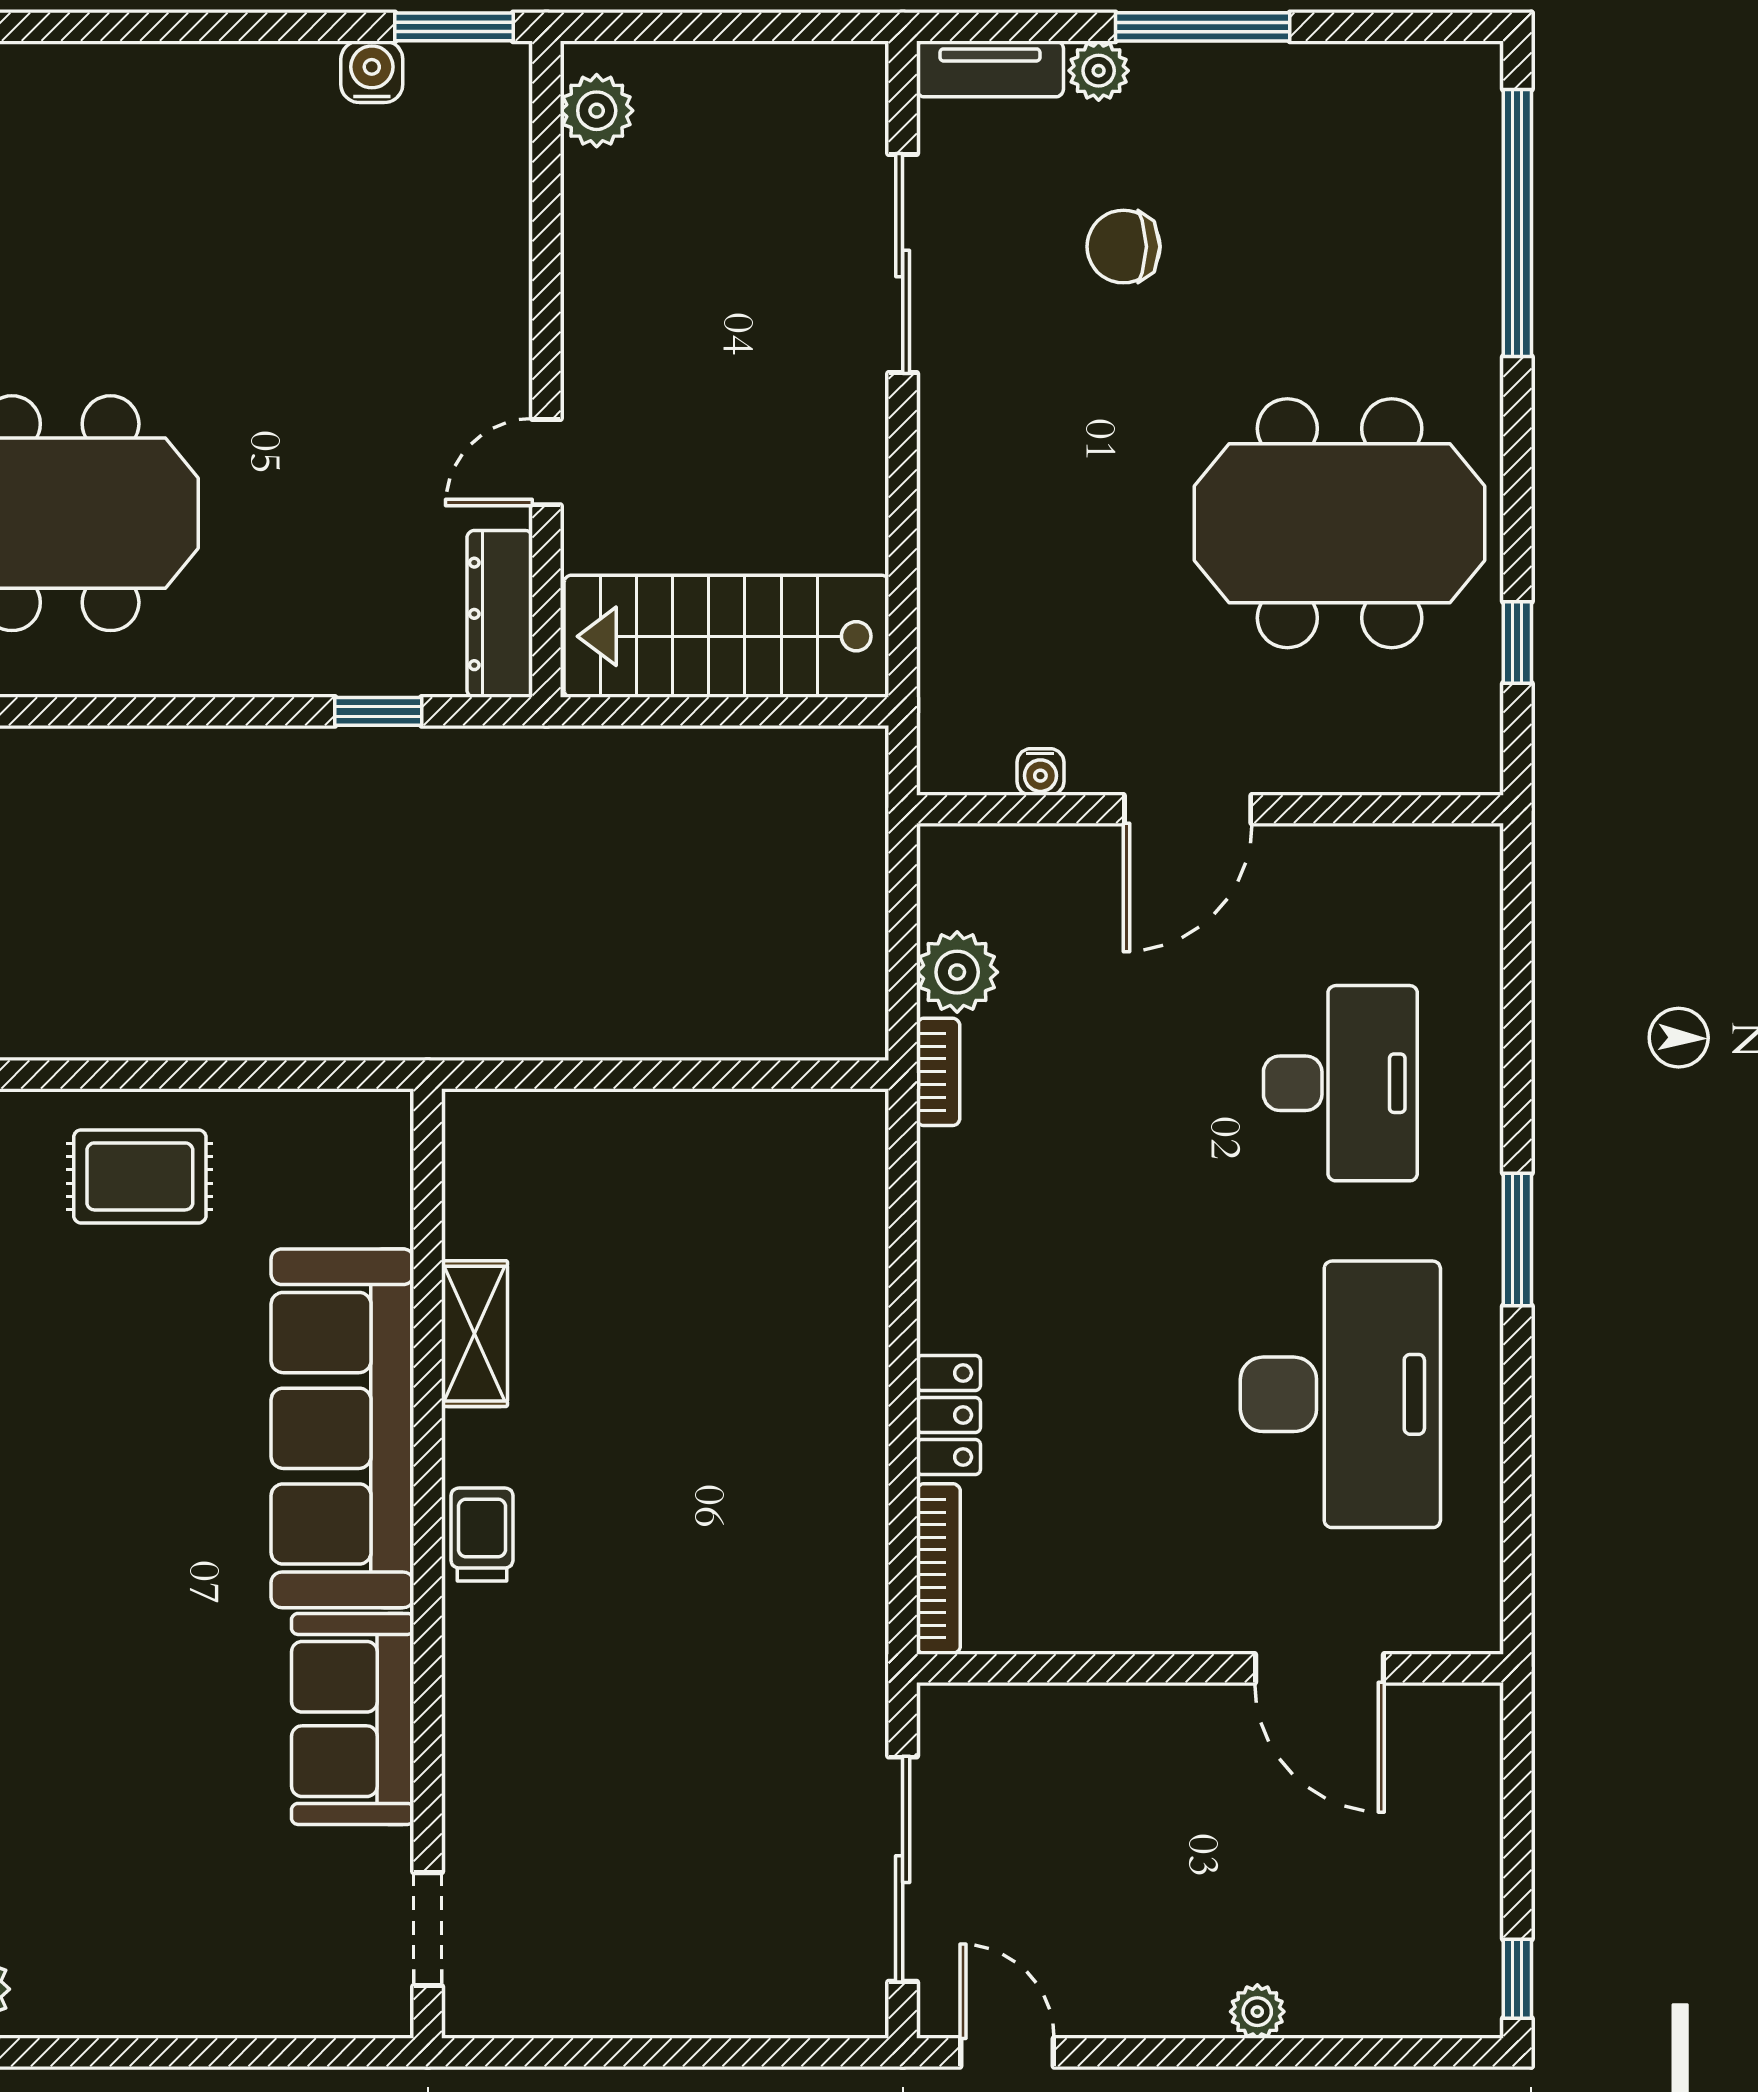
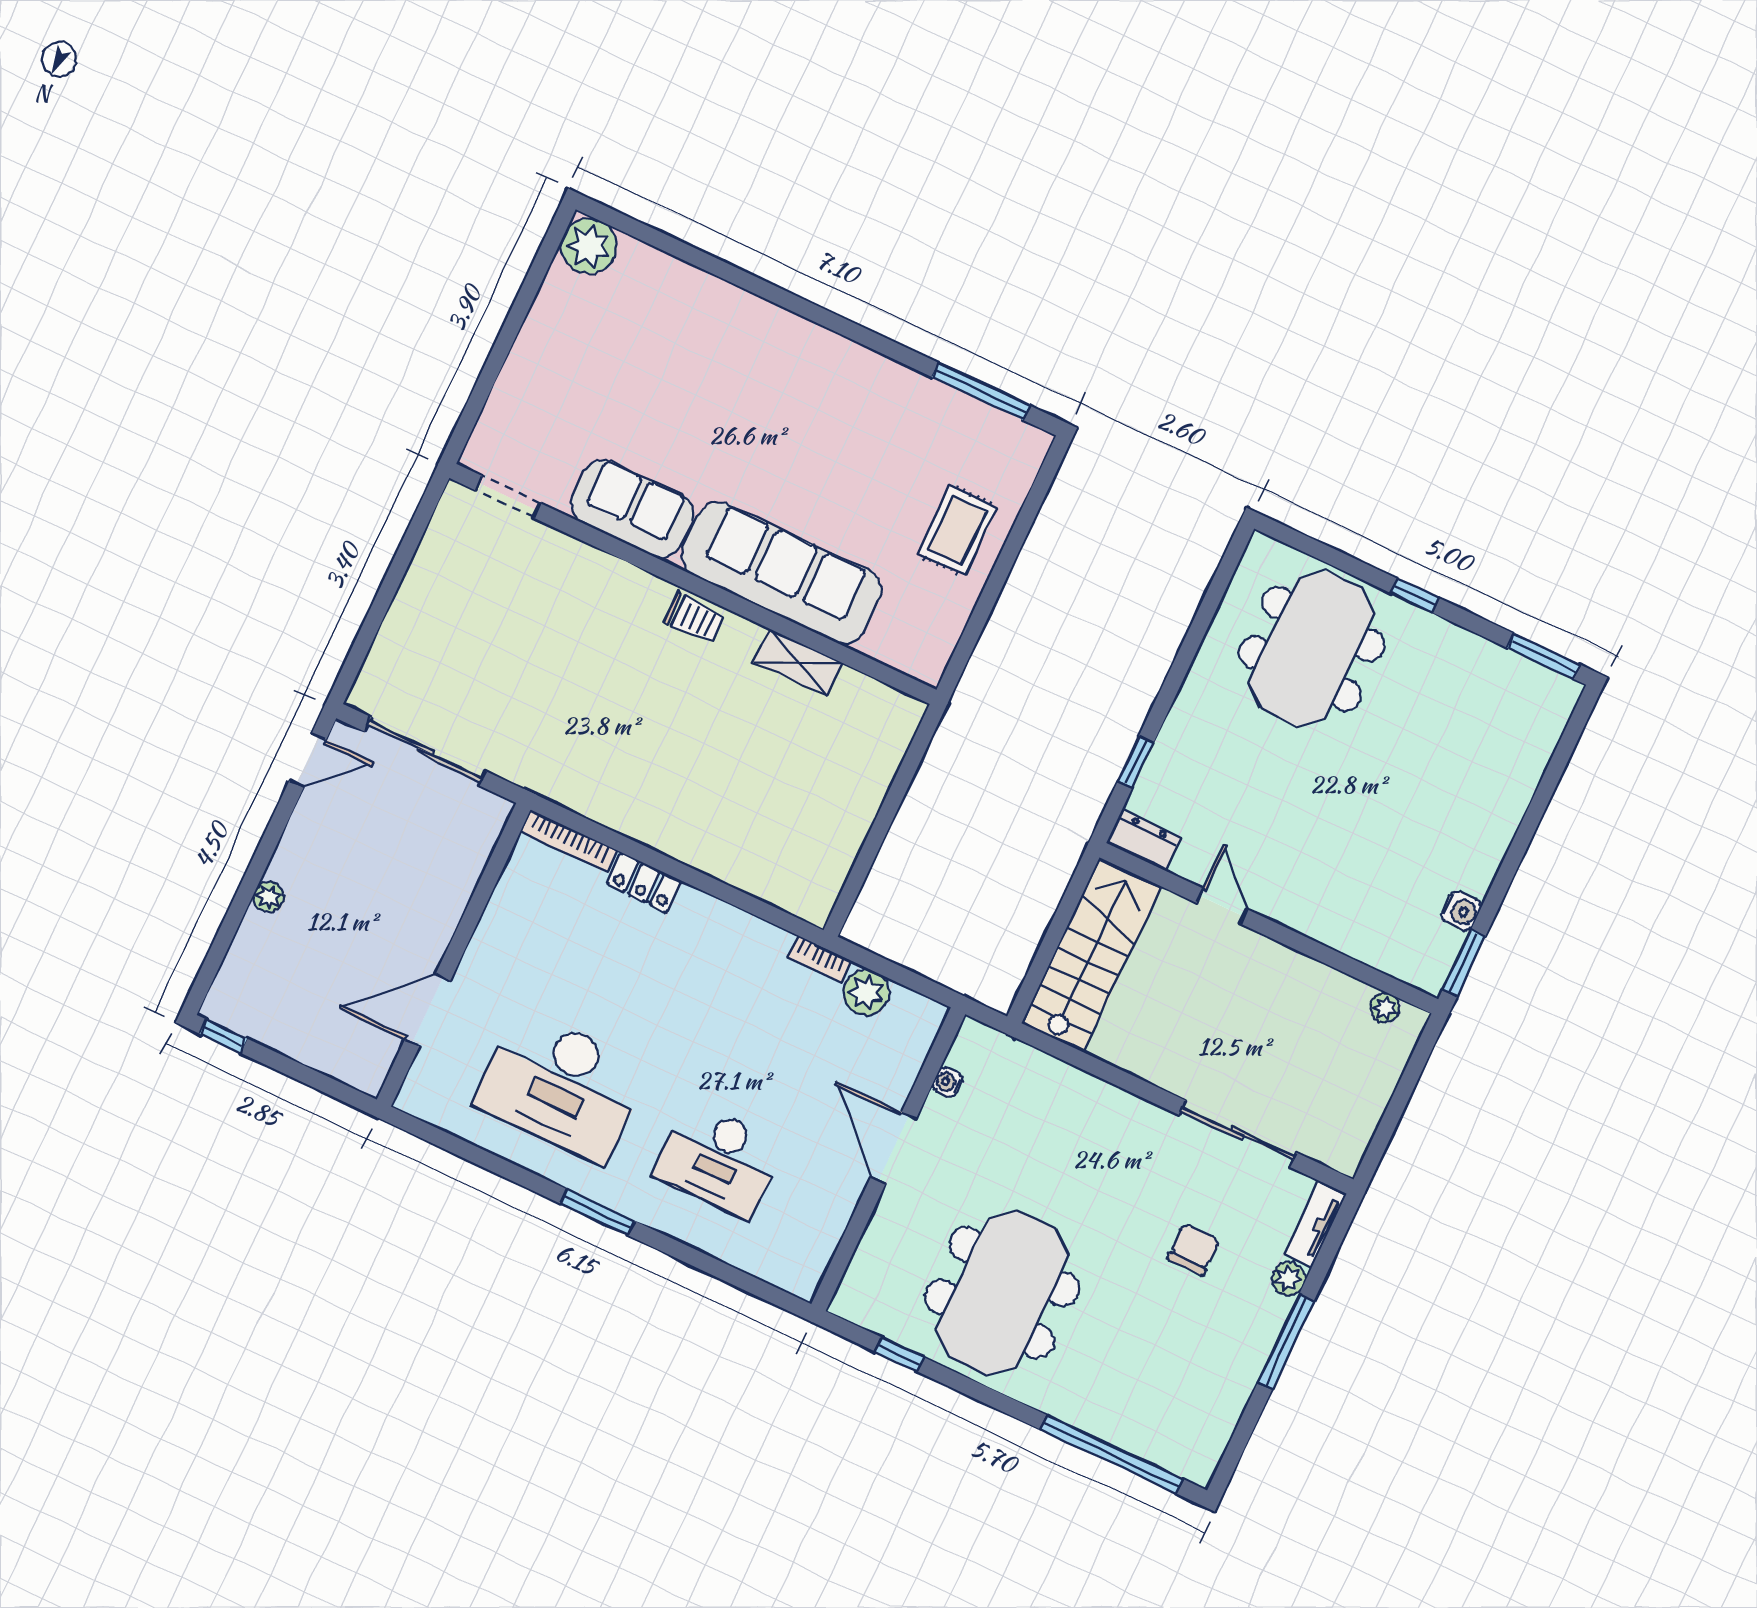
plant: (597, 111) -> (1385, 1008), width x0.73, depth x0.73
dresser: (500, 614) -> (1143, 840), width x0.70

